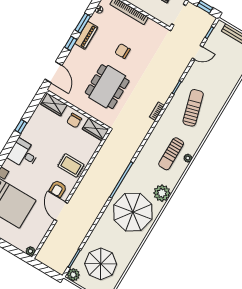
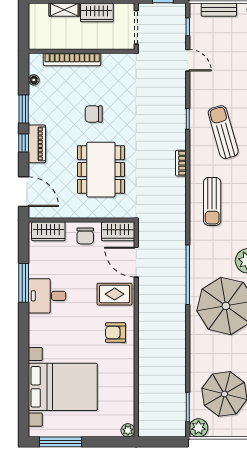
piano: (86, 35) -> (37, 144), moved
door: (198, 53) -> (188, 60), hinge flipped
window: (21, 126) -> (24, 283), width x2.17
desk: (23, 154) -> (47, 296), moved
sun lounger: (171, 154) -> (212, 201), moved
armchair: (58, 189) -> (115, 333), turned 90
door: (61, 211) -> (136, 262), moved

